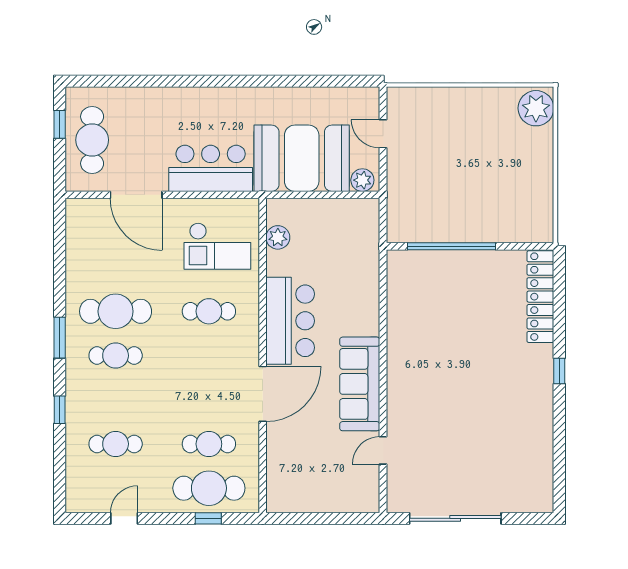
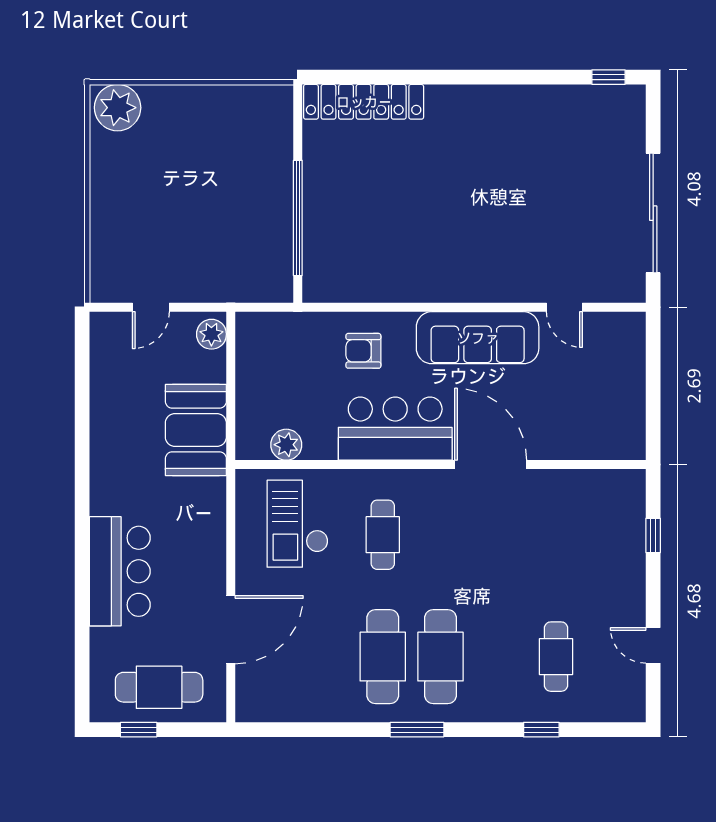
booth: (302, 158) -> (196, 430), width x0.73, depth x0.70
bar counter: (211, 168) -> (120, 571), moved, turned 180
checkout: (217, 246) -> (298, 524), turned 180
armchair: (350, 296) -> (363, 351), added
cafe table: (116, 356) -> (441, 657), width x1.37, depth x1.35
window: (559, 371) -> (608, 77), moved
window: (60, 410) -> (541, 730), moved
cafe table: (209, 444) -> (556, 535), removed
cafe table: (209, 488) -> (614, 535), removed

